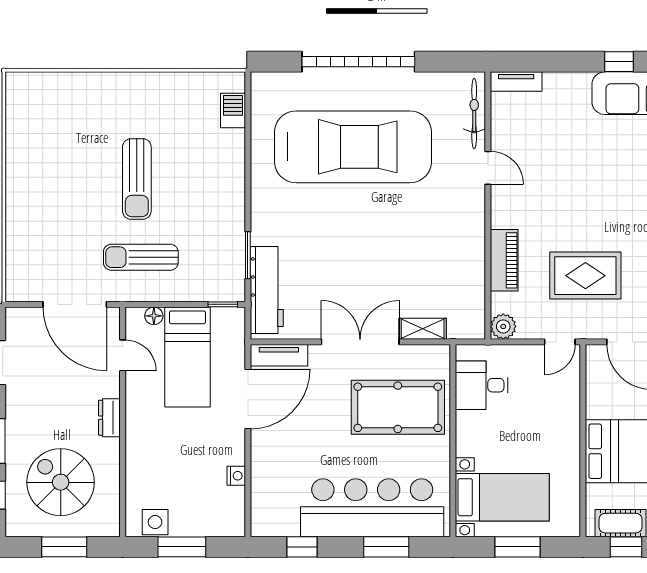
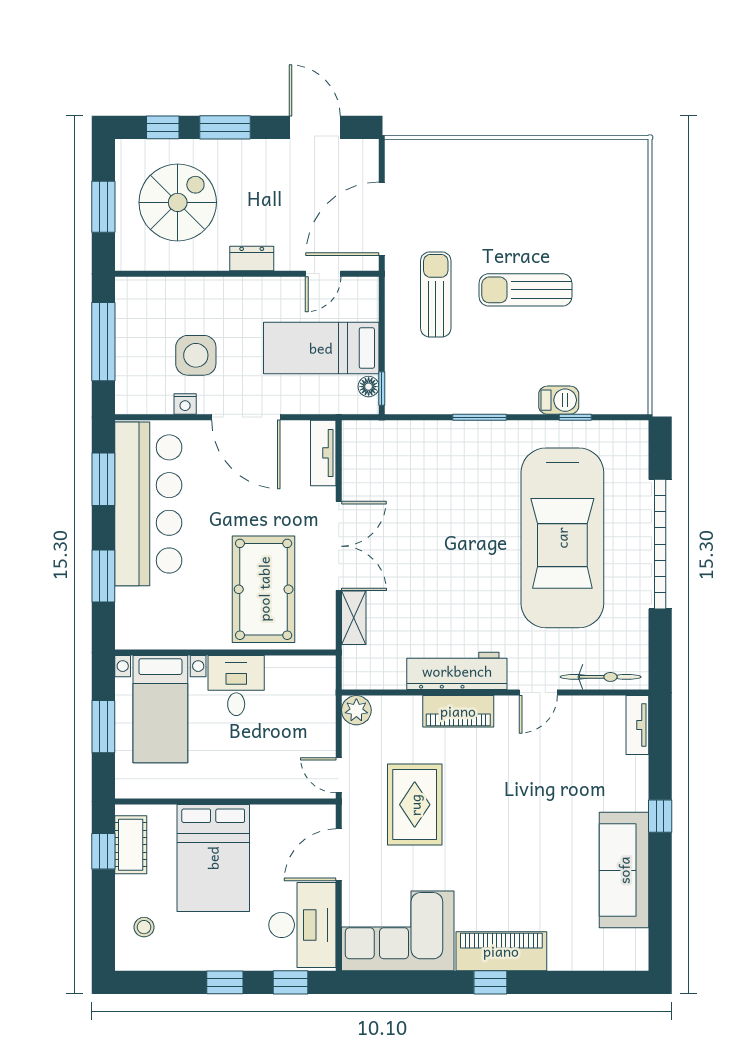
window: (619, 62) -> (660, 816), moved
barbecue: (233, 111) -> (559, 400), moved
window: (248, 136) -> (575, 417), added
window: (248, 255) -> (479, 417), moved
piano: (504, 260) -> (458, 711), moved
workbench: (267, 290) -> (457, 671), moved, turned 180
floor lamp: (154, 316) -> (369, 387), moved
desk: (482, 385) -> (236, 685), moved
door: (248, 399) -> (246, 417), moved
bar counter: (372, 508) -> (148, 504), moved
side table: (155, 522) -> (196, 355), moved, width x1.37, depth x1.37
window: (182, 547) -> (103, 342), width x1.44
window: (302, 547) -> (103, 479), width x1.50

